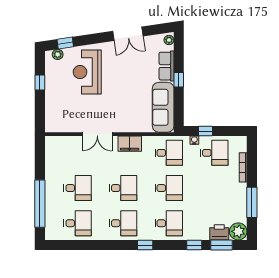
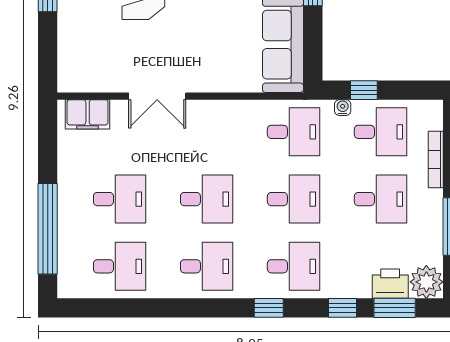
filing cabinet: (130, 144) -> (88, 114), moved
desk: (214, 188) -> (381, 199), added
window: (145, 245) -> (269, 308), moved

